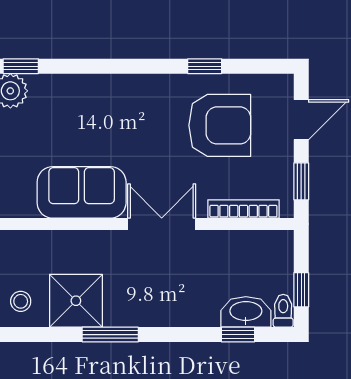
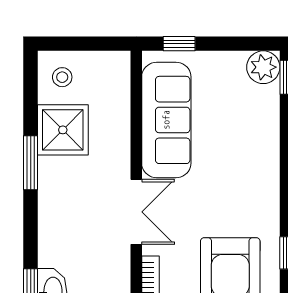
sofa: (82, 192) -> (166, 120), width x1.36

